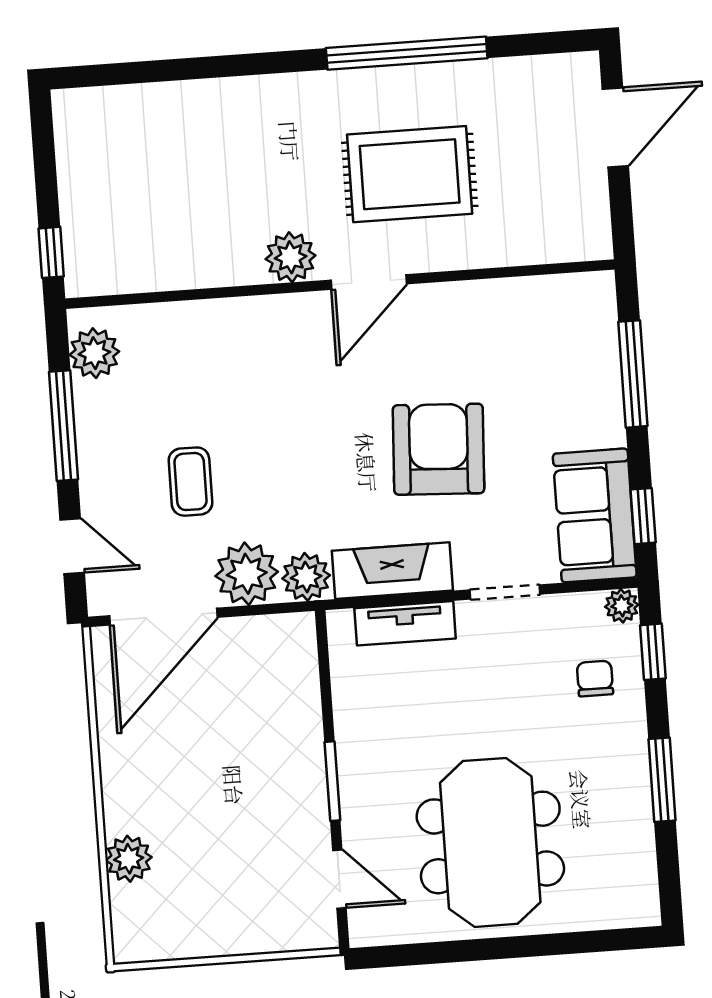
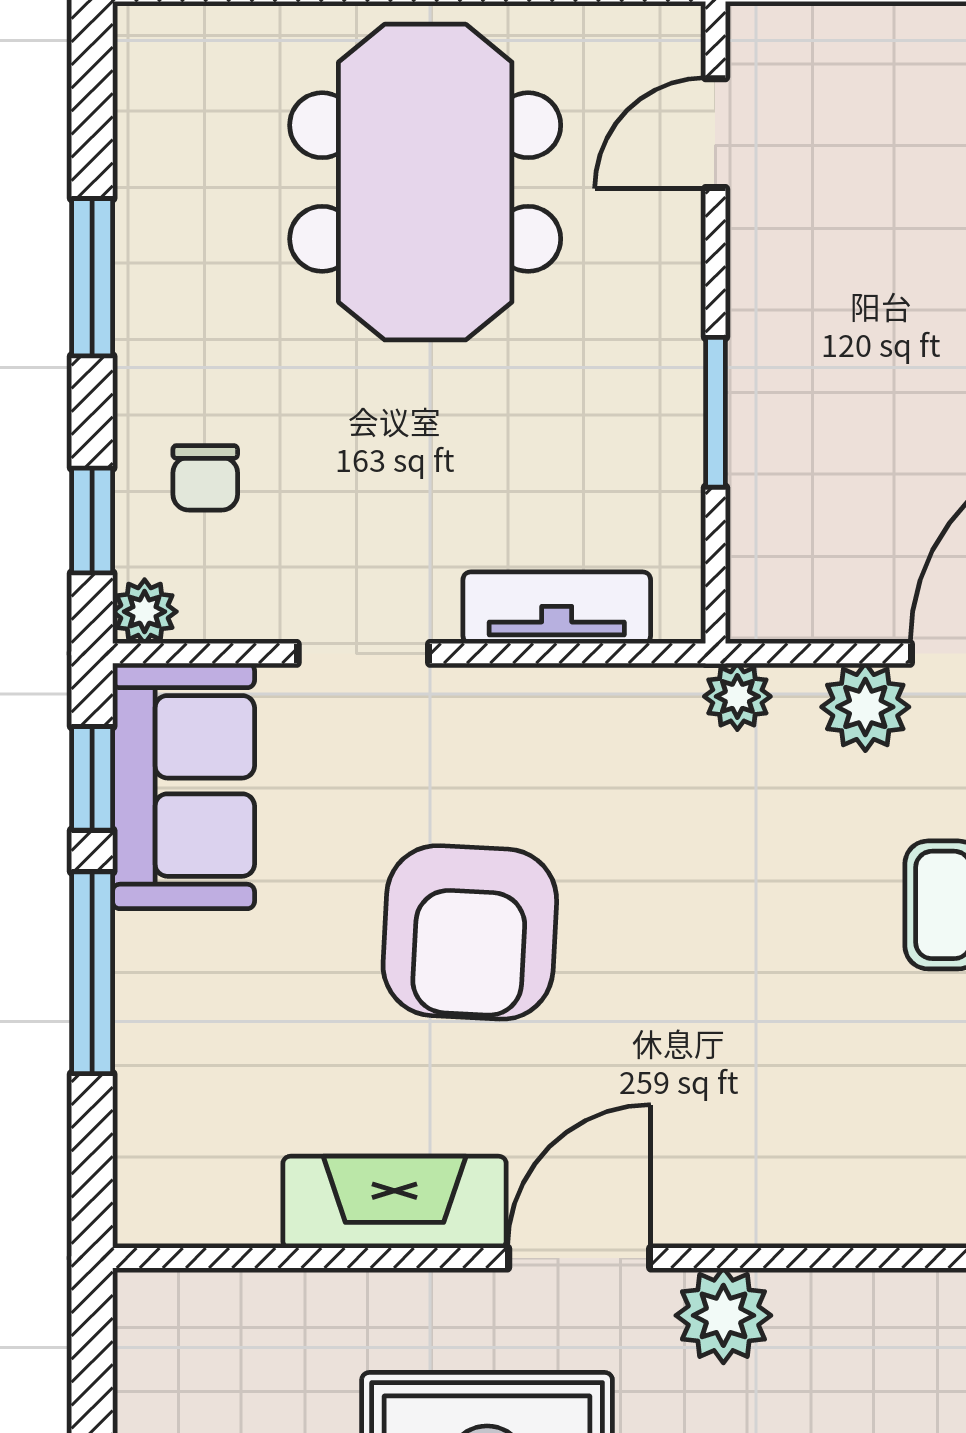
window: (633, 374) -> (92, 973), moved
fireplace: (392, 571) -> (395, 1202), moved, turned 180
plant: (247, 574) -> (865, 707), width x0.73, depth x0.73
plant: (306, 577) -> (737, 696), width x0.73, depth x0.73
window: (332, 781) -> (715, 412), moved
door: (339, 879) -> (715, 133), hinge flipped

